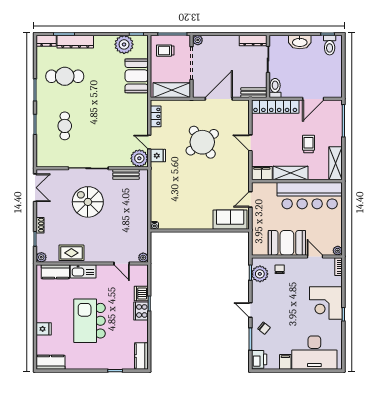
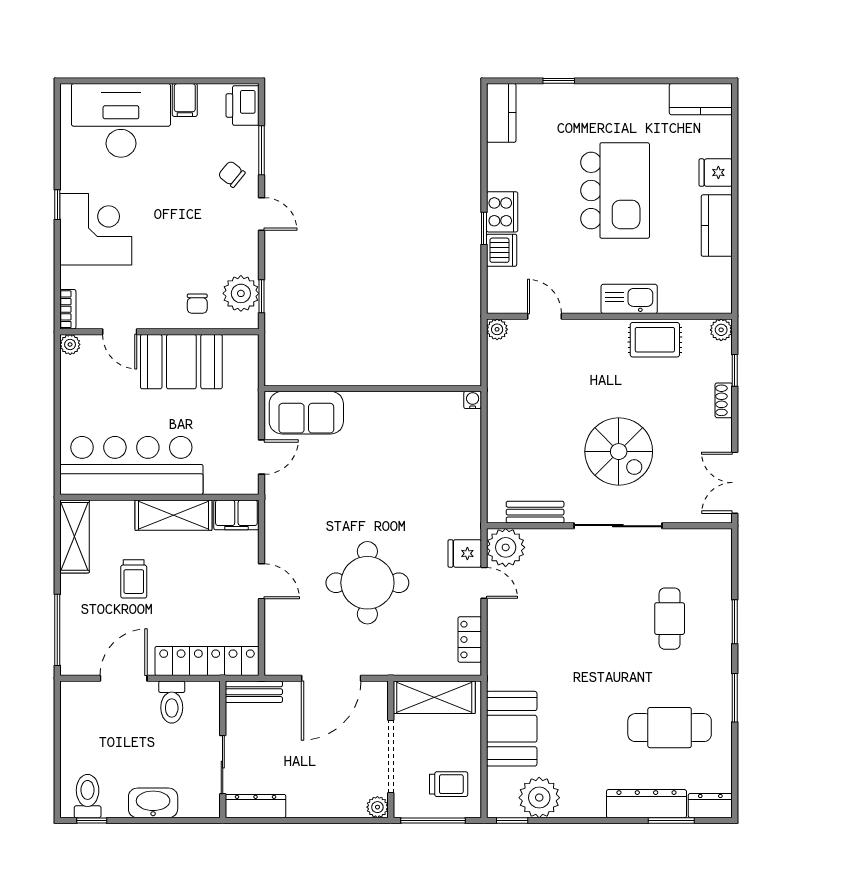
toilet: (275, 88) -> (172, 702), moved
round table: (202, 142) -> (367, 583), turned 36
kitchen counter: (55, 272) -> (717, 226), moved, turned -90

